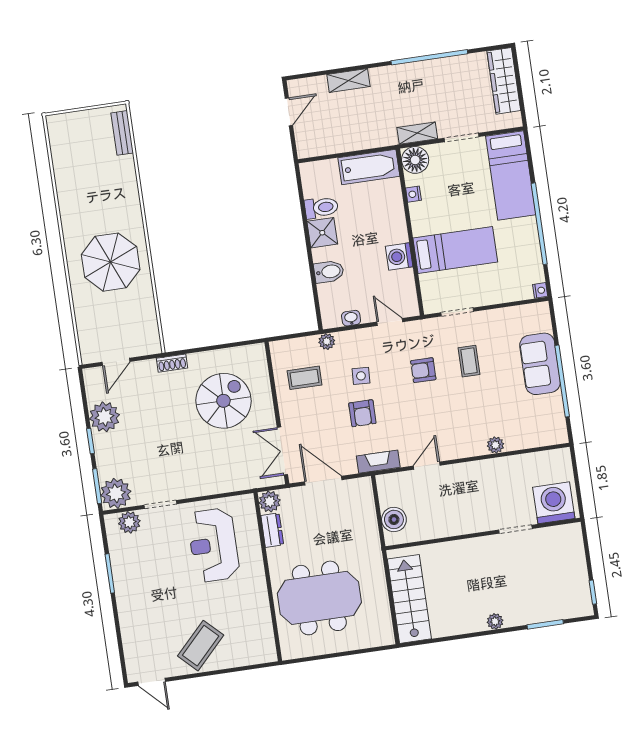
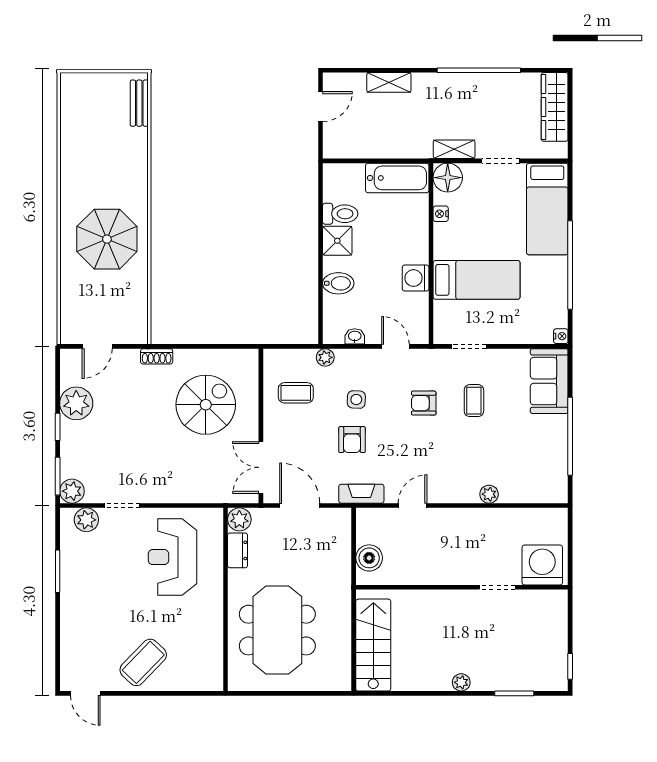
sofa: (540, 364) -> (549, 381), moved
plant: (116, 493) -> (72, 491), width x0.73, depth x0.73
meeting table: (319, 598) -> (277, 630), turned 90

